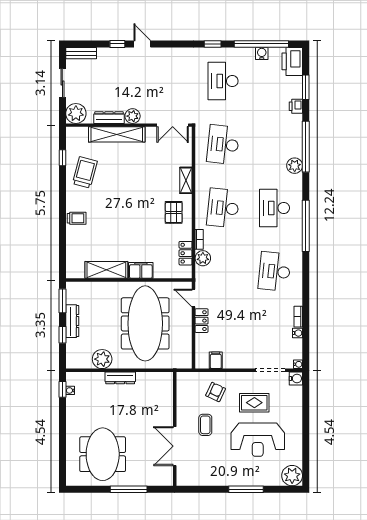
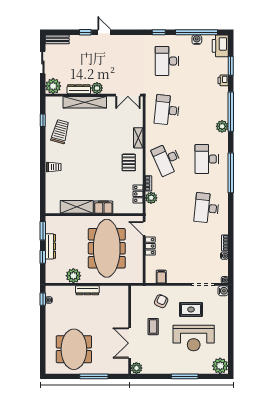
desk: (223, 208) -> (167, 159), turned -30
plant: (184, 479) -> (136, 368), added

